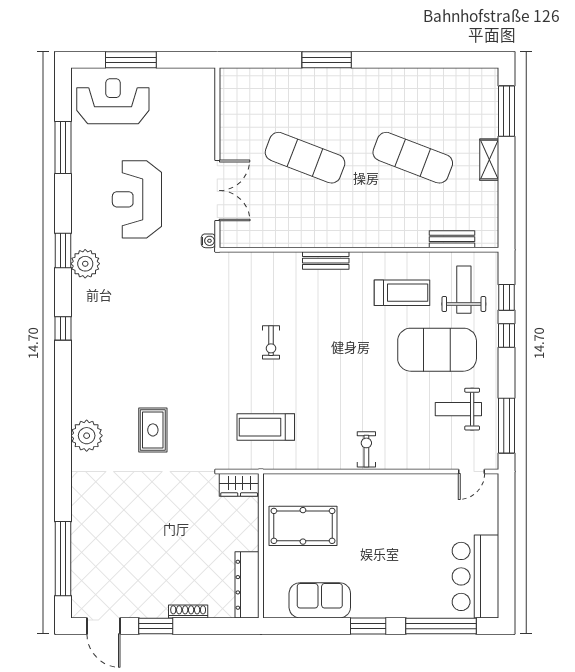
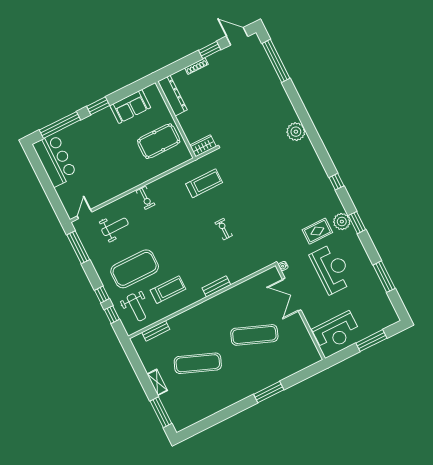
reception desk: (113, 101) -> (336, 331), moved
treadmill: (402, 293) -> (168, 290), turned 180
weight bench: (458, 409) -> (115, 227), moved
rug: (153, 430) -> (317, 231), moved, turned 90

